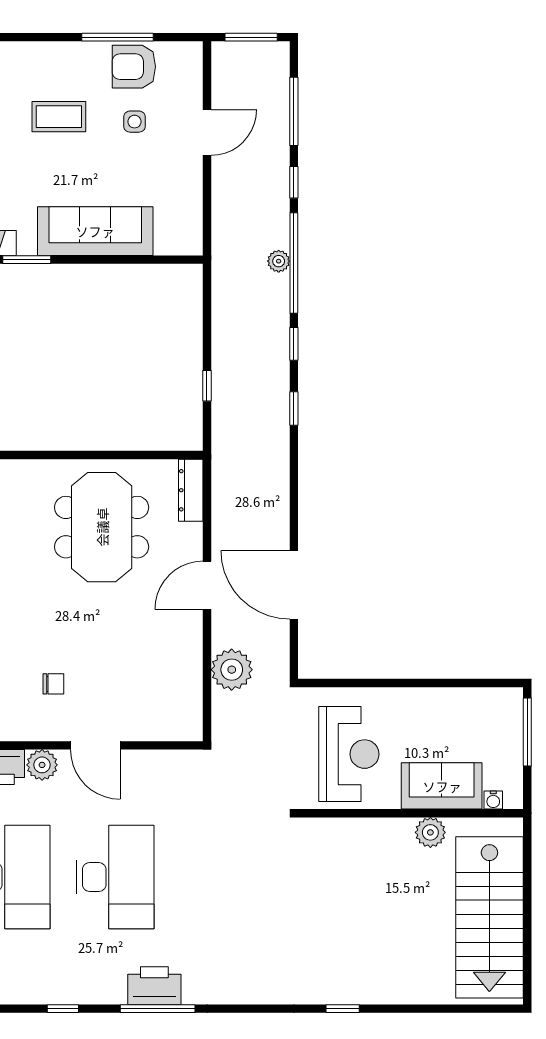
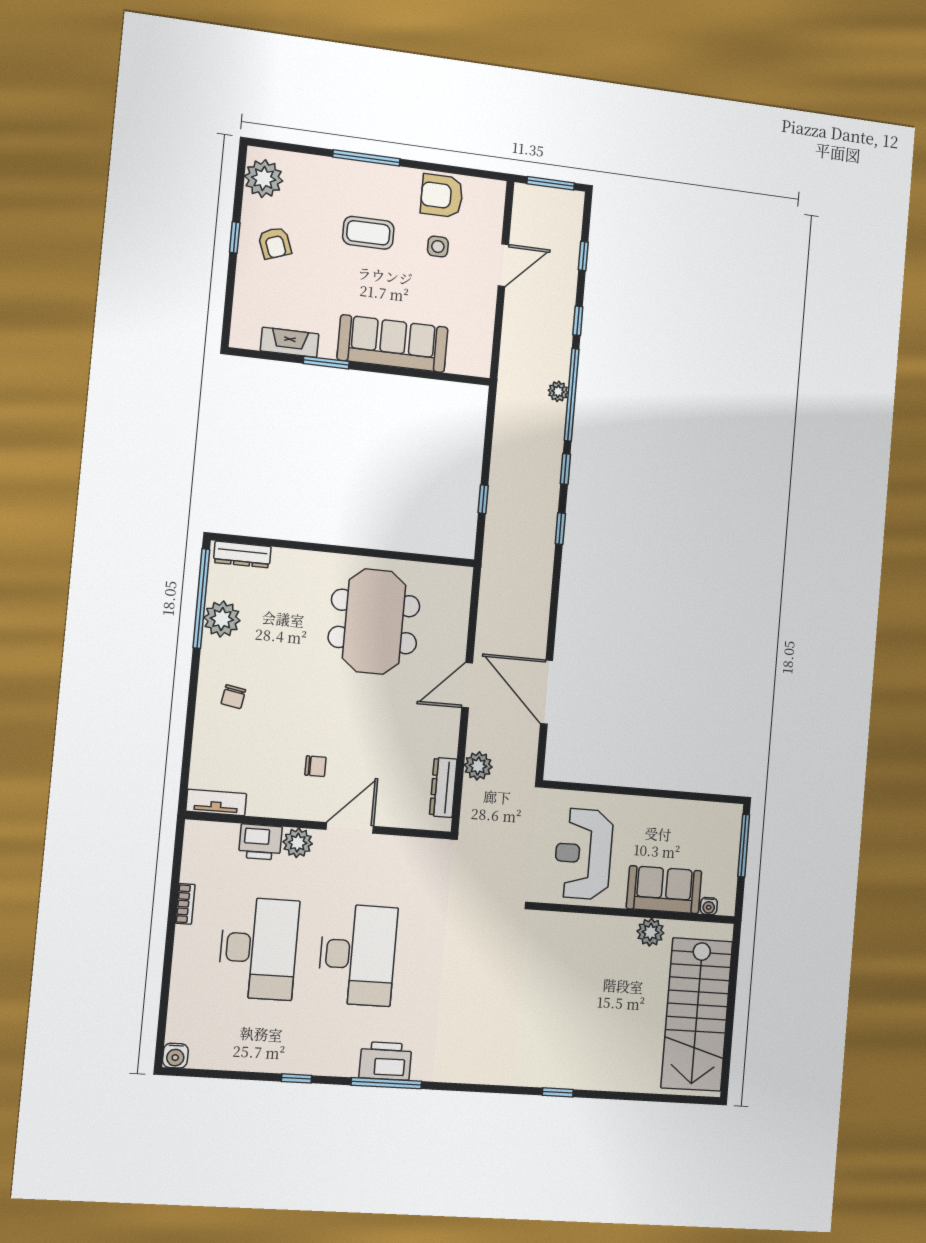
window: (117, 37) -> (366, 158), moved
window: (294, 111) -> (583, 256), width x0.46
dresser: (191, 490) -> (443, 787), moved
plant: (232, 670) -> (478, 766), width x0.73, depth x0.73
door: (95, 745) -> (350, 828), swing flipped
reception desk: (349, 754) -> (583, 854), turned 180

